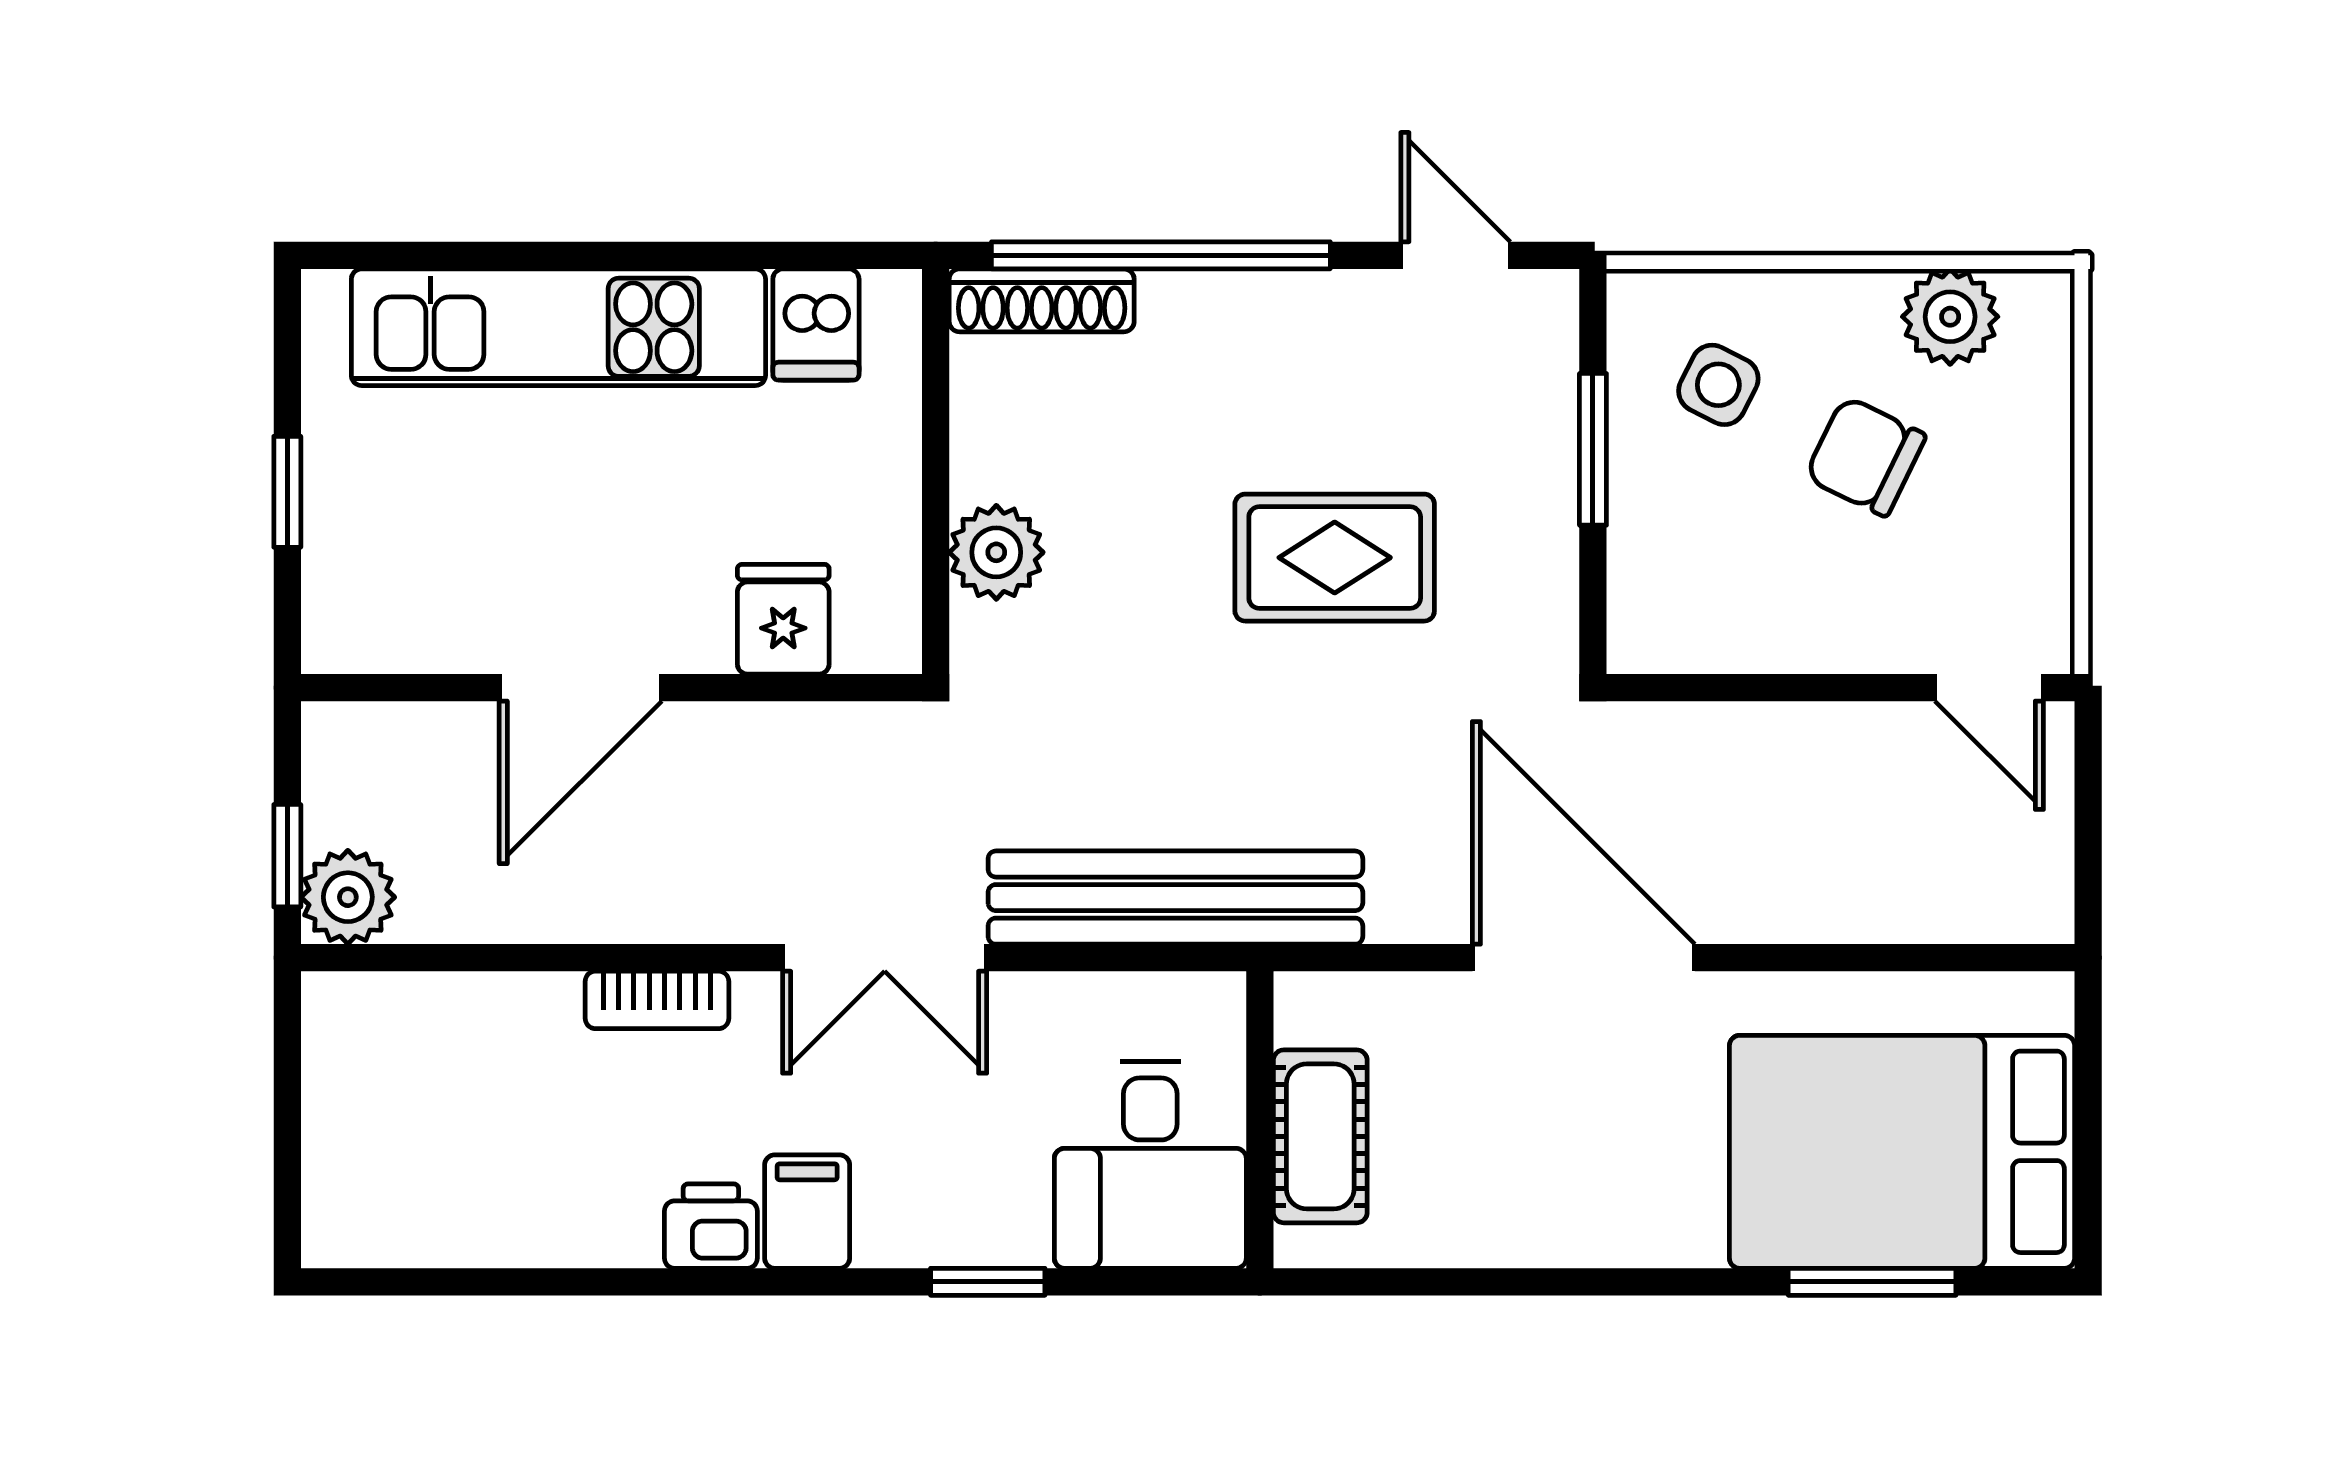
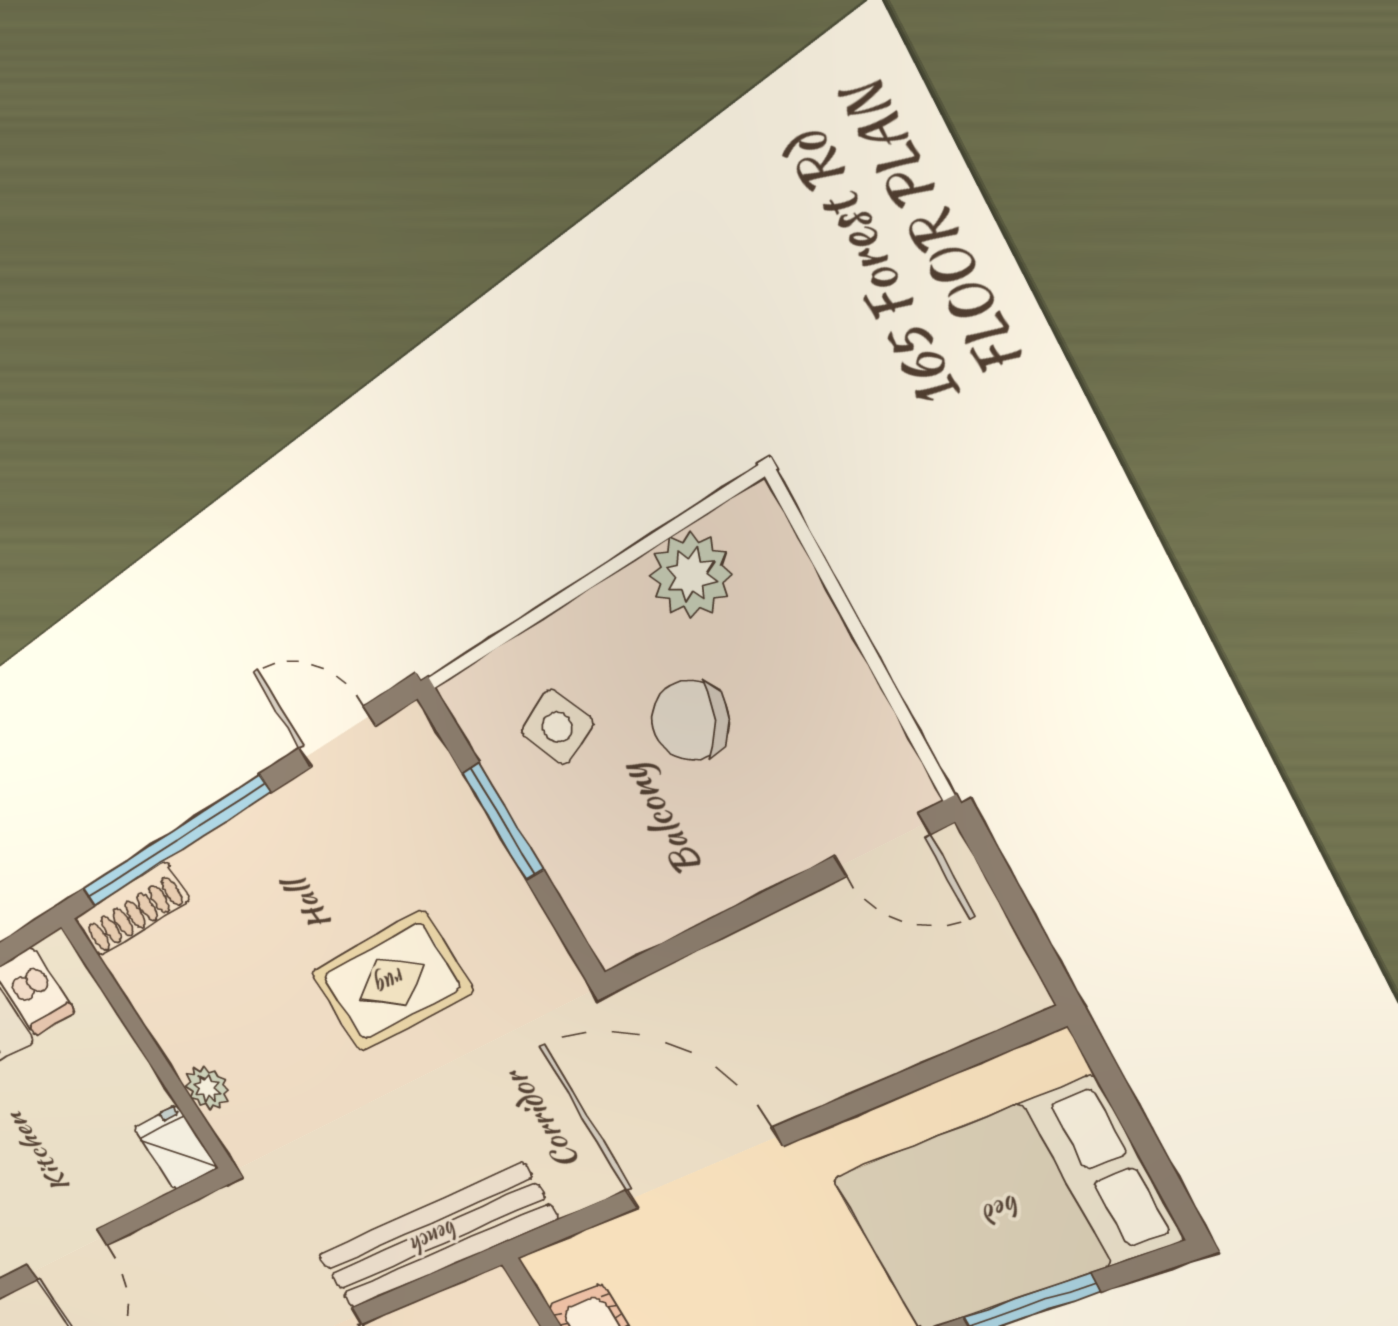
side table: (1718, 385) -> (557, 727), turned 38
plant: (996, 552) -> (207, 1088), width x0.73, depth x0.73
fridge: (783, 619) -> (176, 1148), moved

